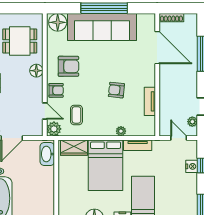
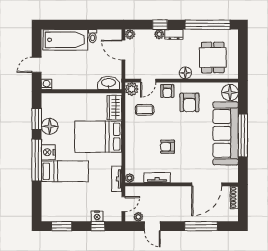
armchair: (116, 90) -> (167, 147), turned -96
plant: (121, 131) -> (130, 178), moved
tv unit: (138, 145) -> (117, 179), moved

